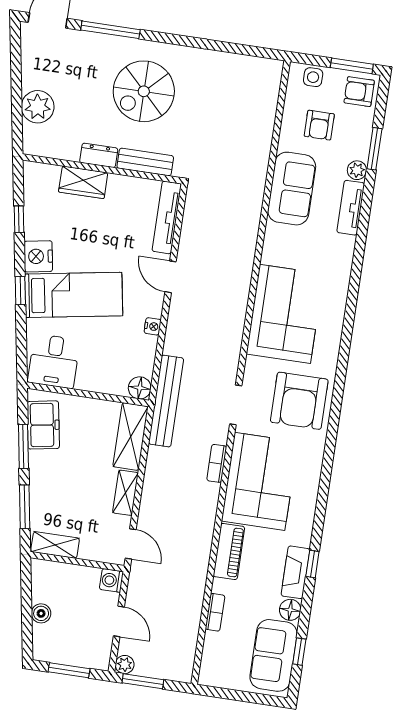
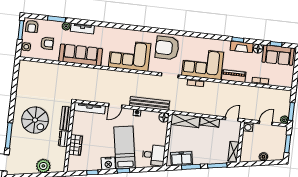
sofa: (292, 189) -> (81, 55), width x1.36
bench: (166, 401) -> (149, 103), moved
armchair: (299, 401) -> (167, 48), turned 180

